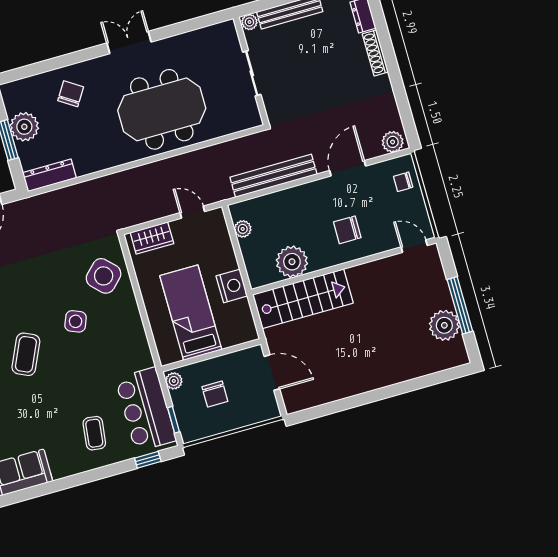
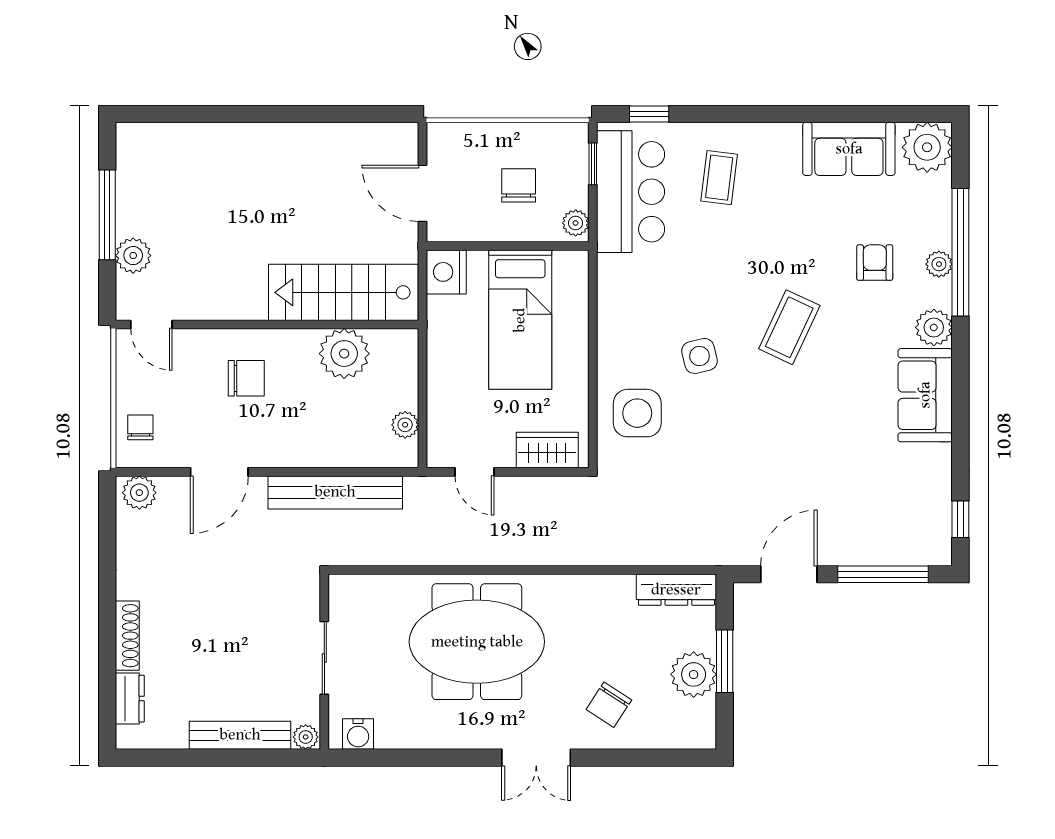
water cooler: (218, 33) -> (358, 734), added
double door: (129, 42) -> (536, 758), moved
chair: (403, 182) -> (140, 427), turned -90
side table: (104, 276) -> (637, 413), turned 45
nightstand: (232, 286) -> (446, 272), moved
side table: (76, 321) -> (699, 356), turned -35
plant: (444, 325) -> (133, 256), moved, width x0.73, depth x0.73

